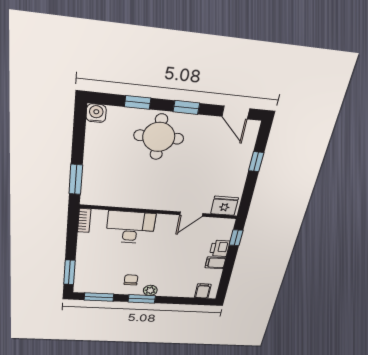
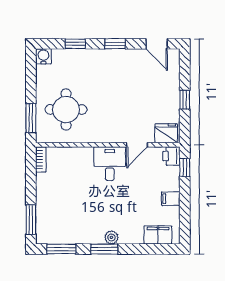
round table: (159, 137) -> (66, 110), moved
window: (256, 162) -> (185, 100), moved
desk: (131, 227) -> (110, 164), moved, width x0.73
printer: (220, 248) -> (171, 156), moved
chair: (131, 280) -> (91, 225), removed
filing cabinet: (203, 291) -> (158, 235), width x2.00

